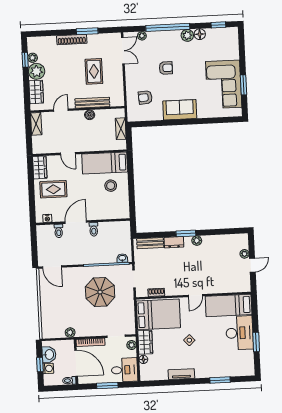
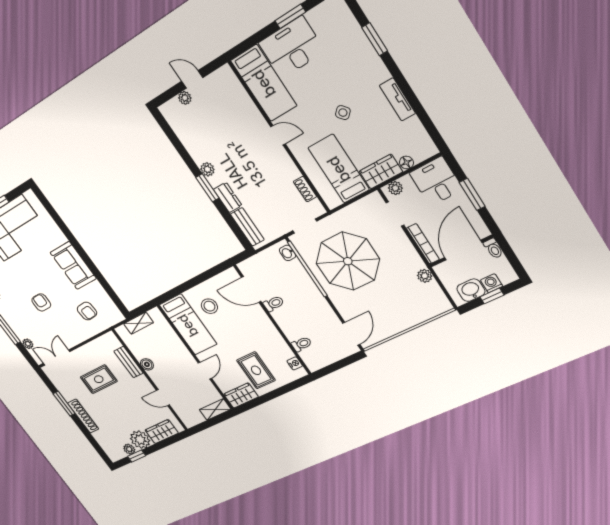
bench: (92, 103) -> (128, 362), width x0.73
shelving: (36, 124) -> (215, 409), moved
door: (76, 222) -> (251, 289), moved
parasol: (100, 292) -> (348, 261), width x1.36, depth x1.36
bed: (158, 314) -> (339, 169), width x0.67

